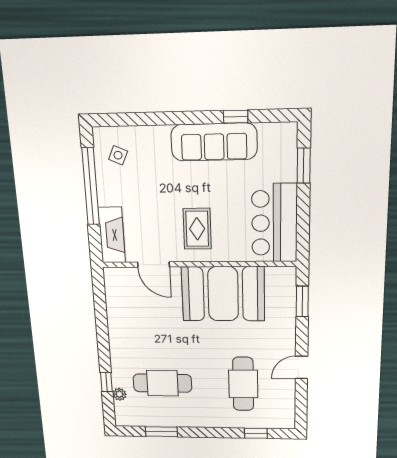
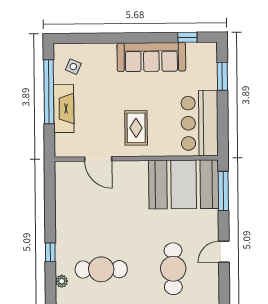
window: (236, 117) -> (187, 37), moved
fireplace: (112, 235) -> (64, 109), moved
booth: (223, 294) -> (184, 184), moved
window: (302, 302) -> (223, 191), width x1.44
window: (106, 382) -> (50, 252), moved

